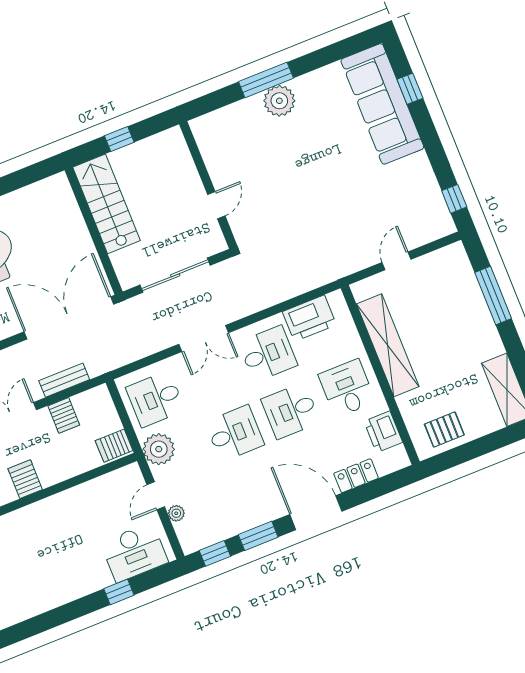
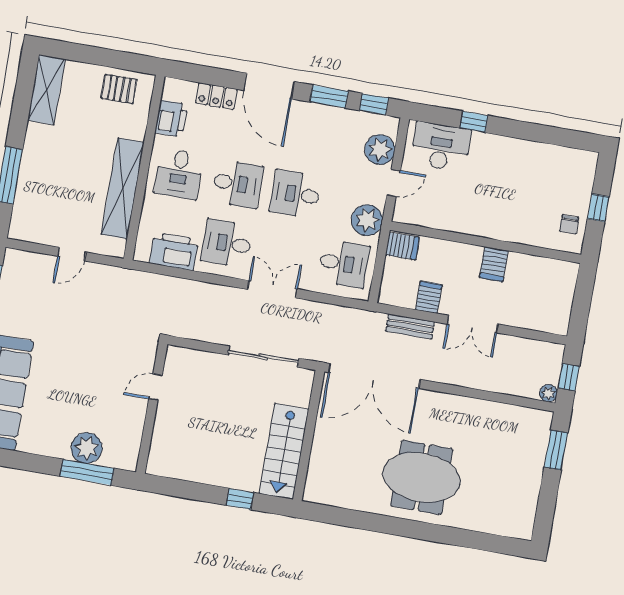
wall: (208, 185) -> (152, 408), moved
door: (216, 205) -> (155, 387), moved
plant: (176, 513) -> (380, 150), width x1.88, depth x1.88

